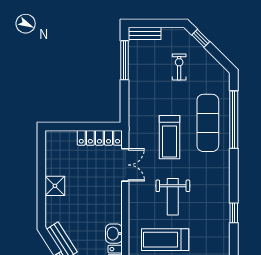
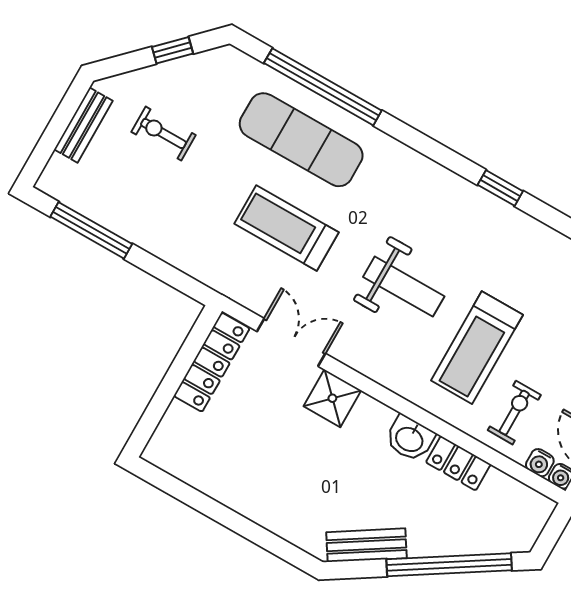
bench: (145, 33) -> (84, 125), moved
window: (201, 38) -> (172, 50), moved
treadmill: (169, 137) -> (286, 228), turned 180
shower: (55, 186) -> (332, 398), moved

